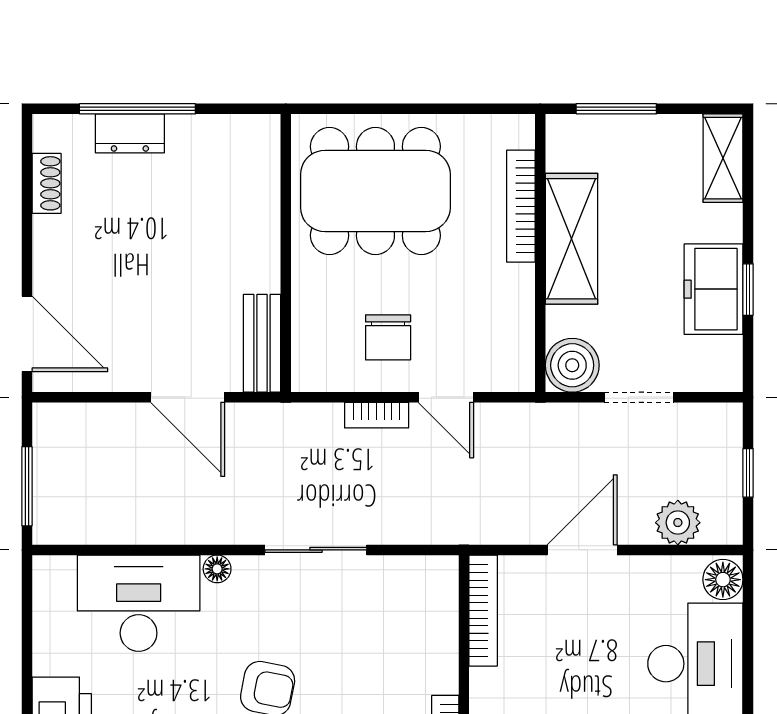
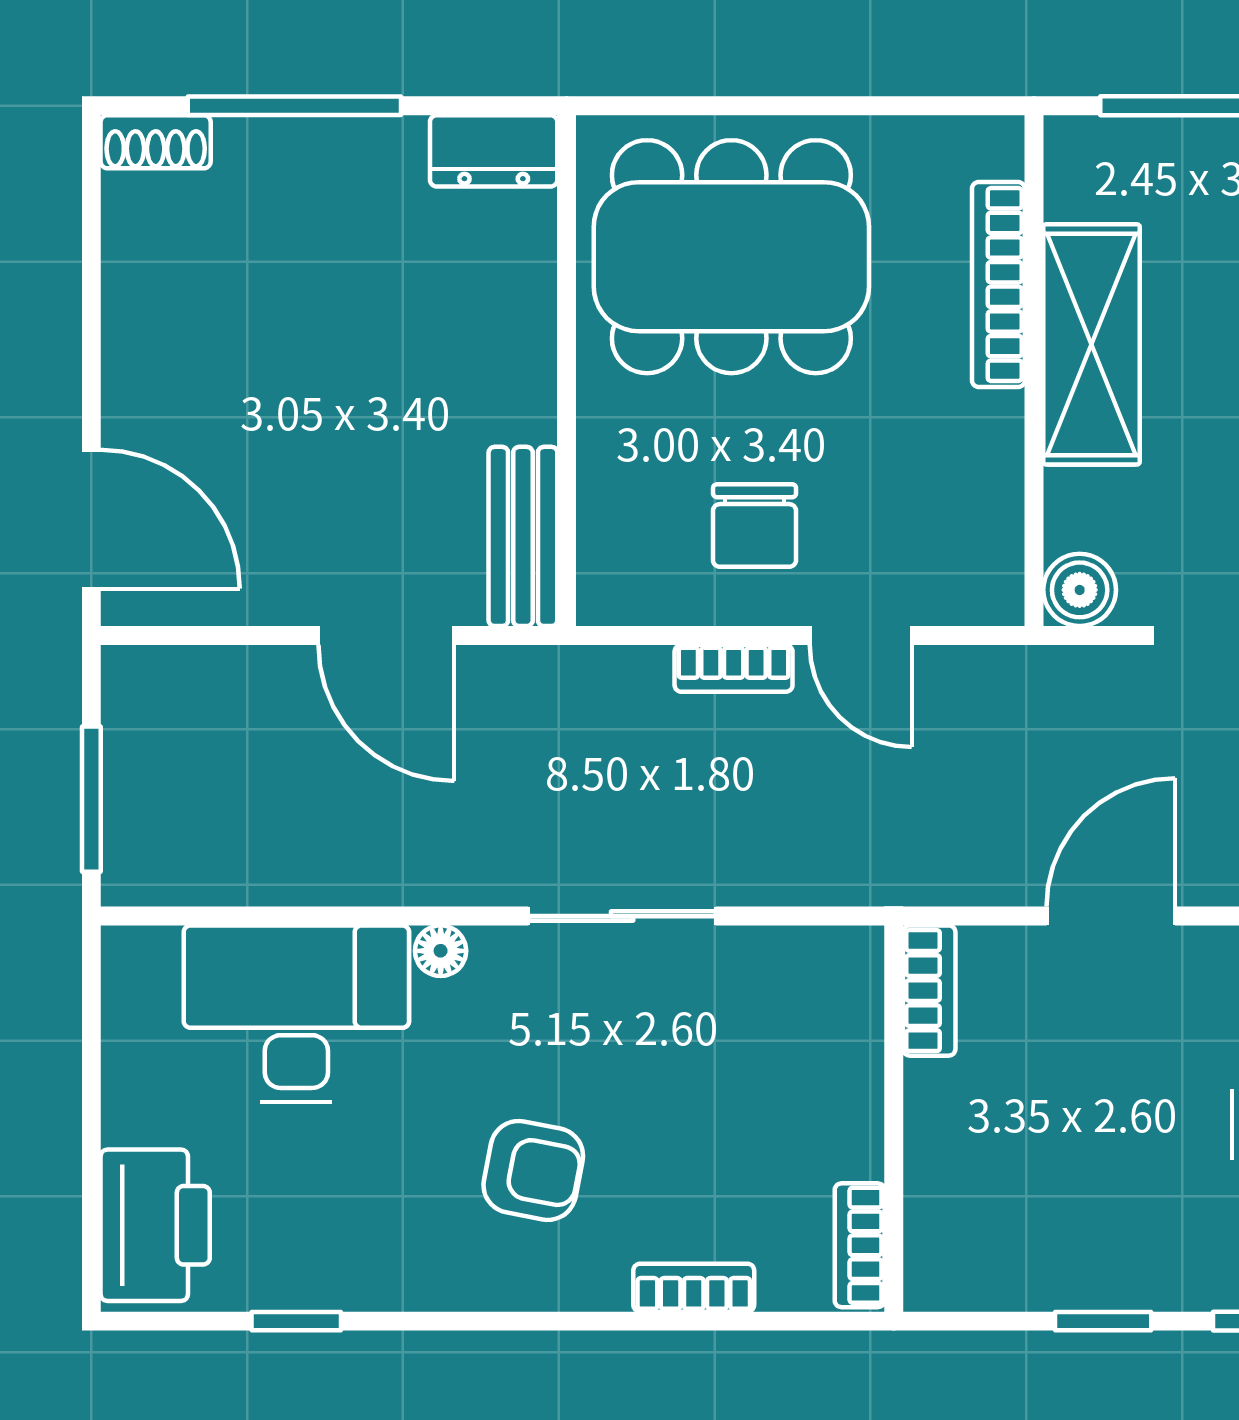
dresser: (130, 133) -> (494, 151), moved
shoe rack: (47, 183) -> (156, 142), moved, turned 90
boiler: (572, 365) -> (1080, 590), width x0.73, depth x0.73
bookcase: (483, 611) -> (929, 991), width x0.64

